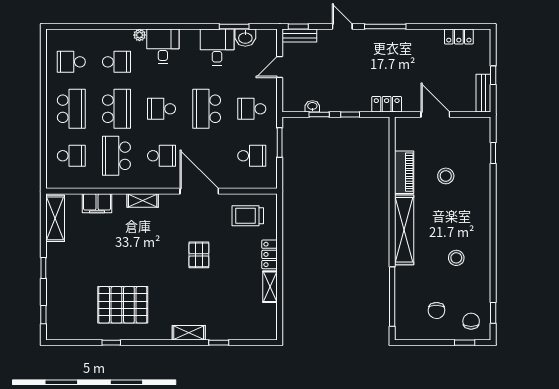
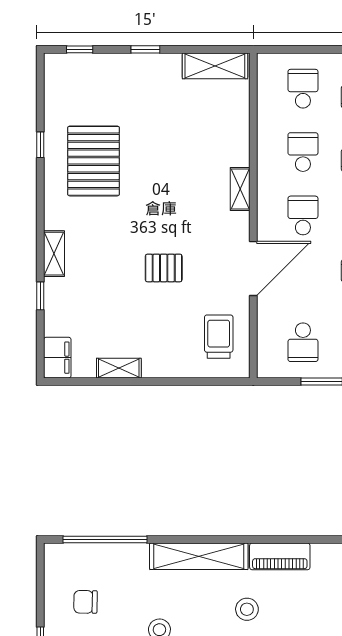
school desk: (71, 156) -> (303, 89), turned 180
school desk: (116, 156) -> (303, 152), width x0.54
school desk: (162, 156) -> (303, 215), turned 180
stool: (446, 176) -> (247, 609), moved
filing cabinet: (97, 203) -> (57, 358), moved, turned 180
locker: (270, 254) -> (164, 367), removed

